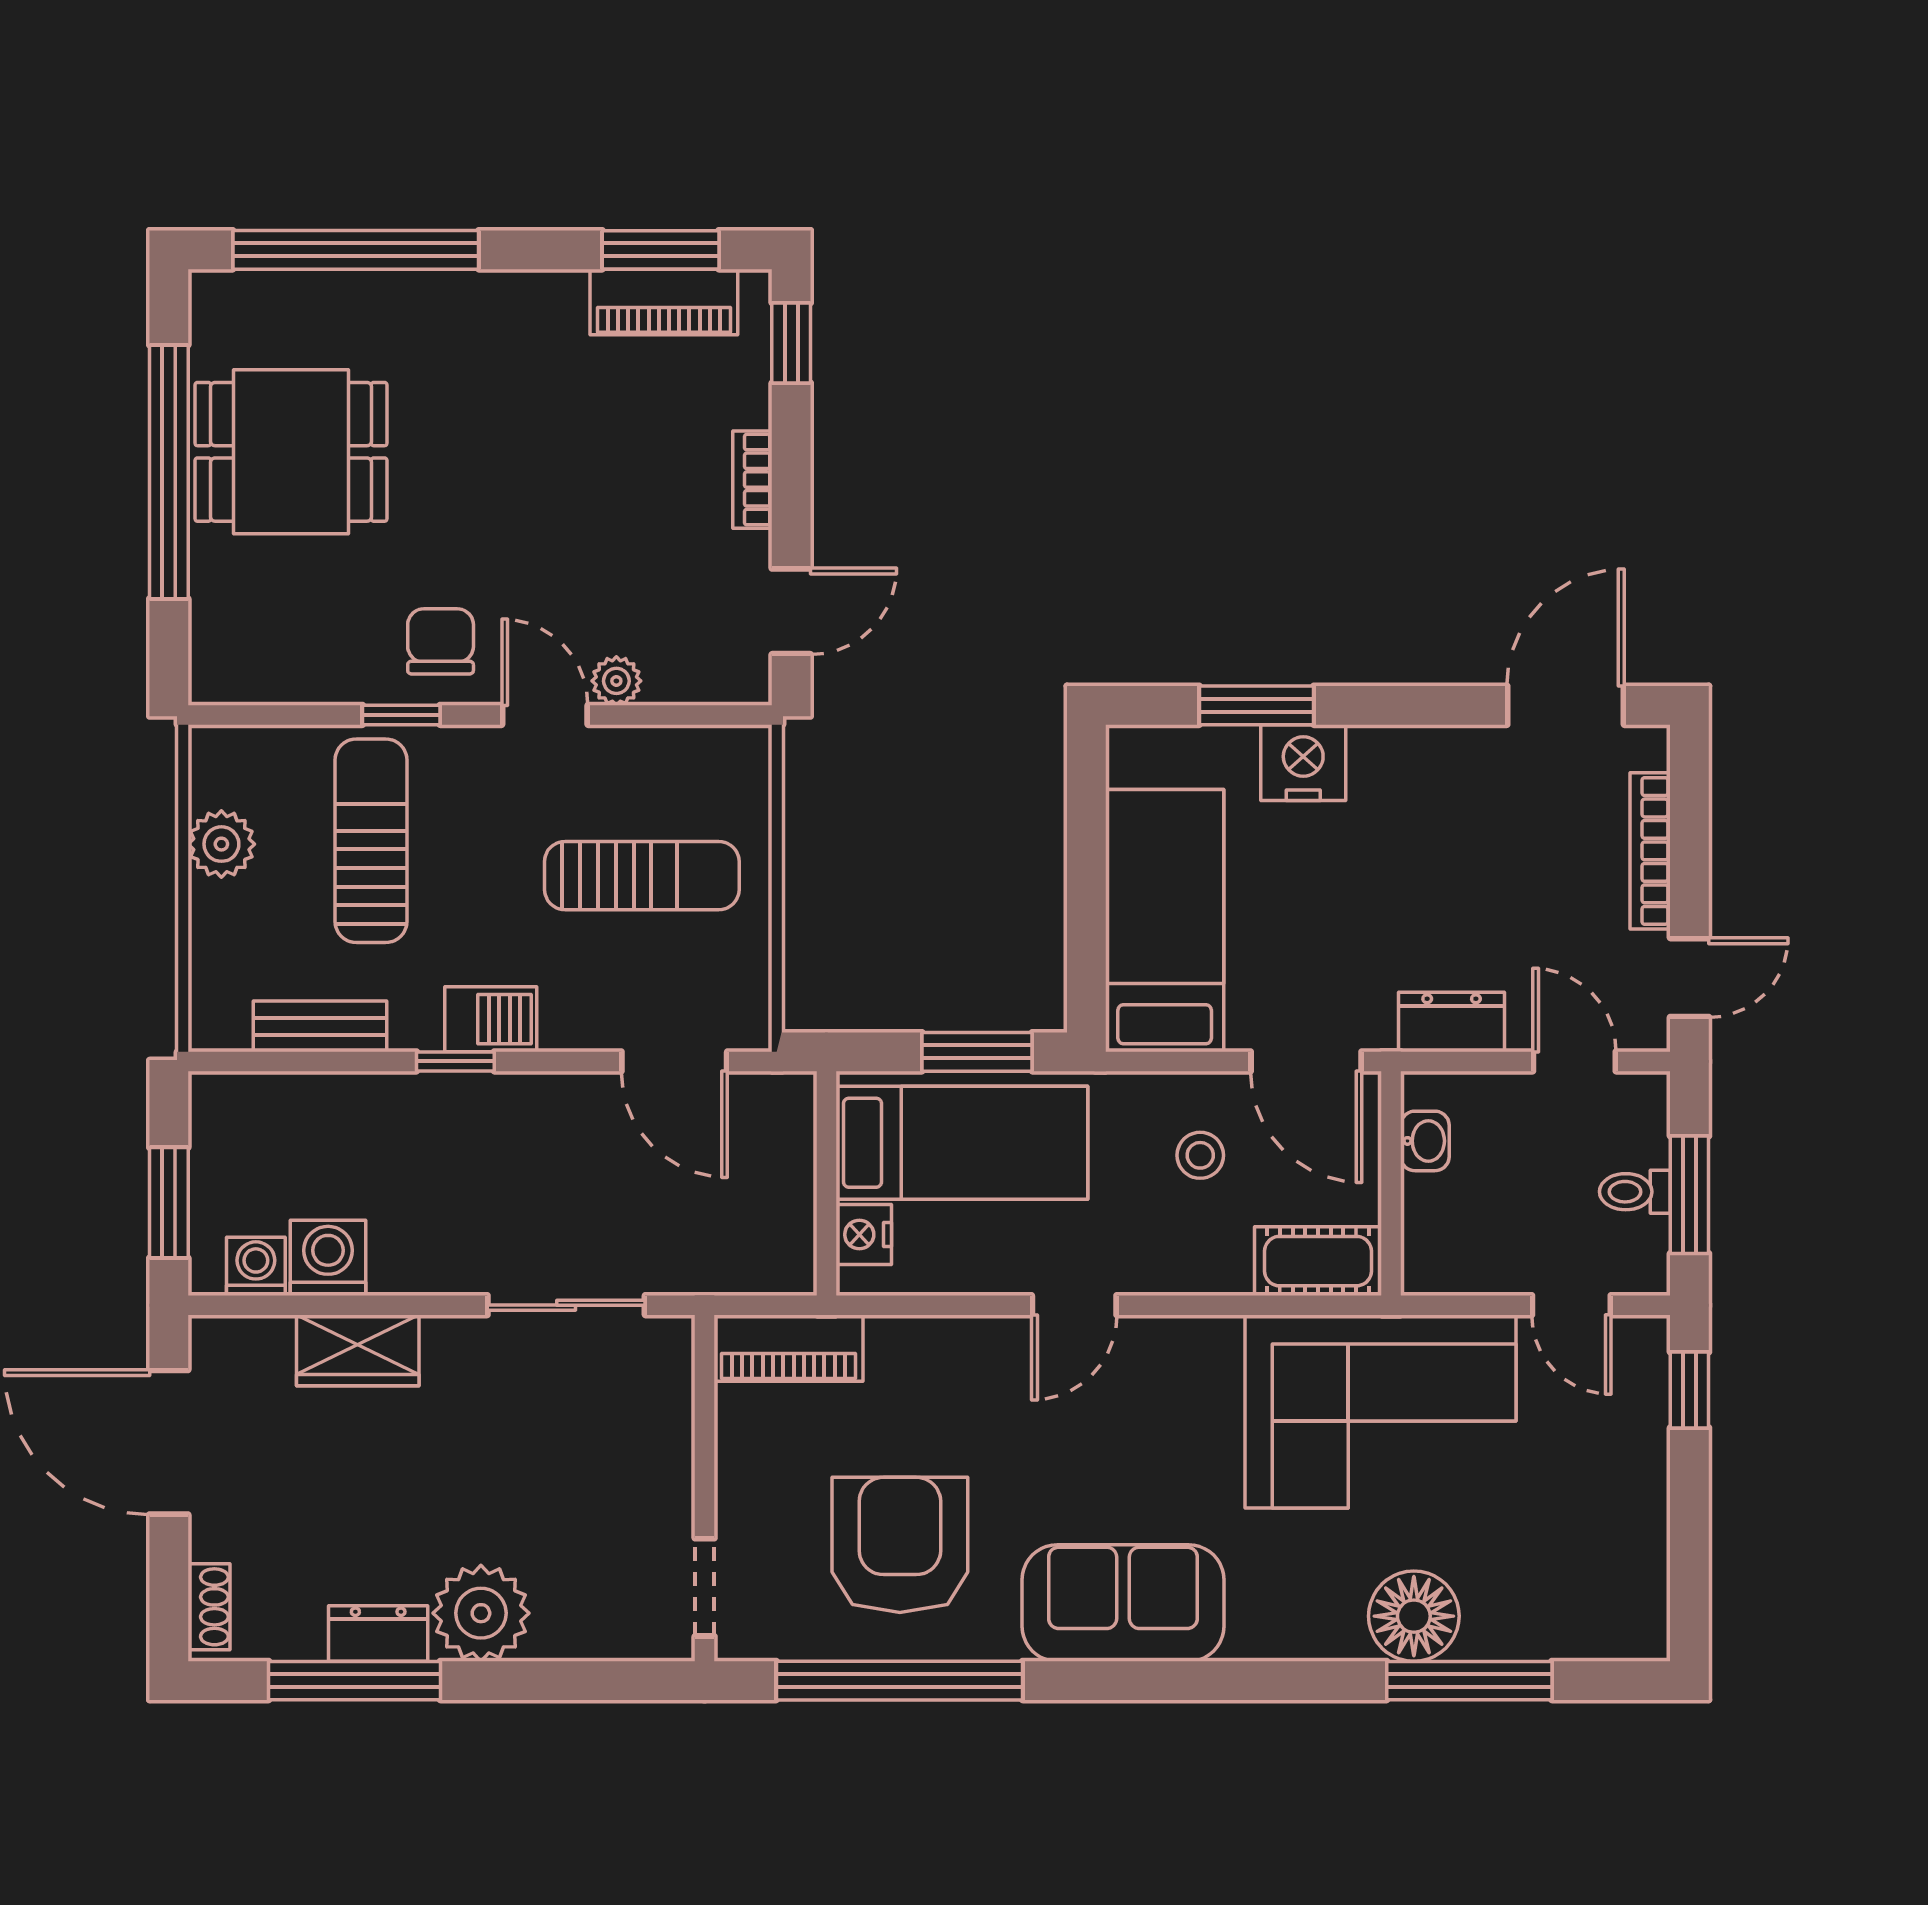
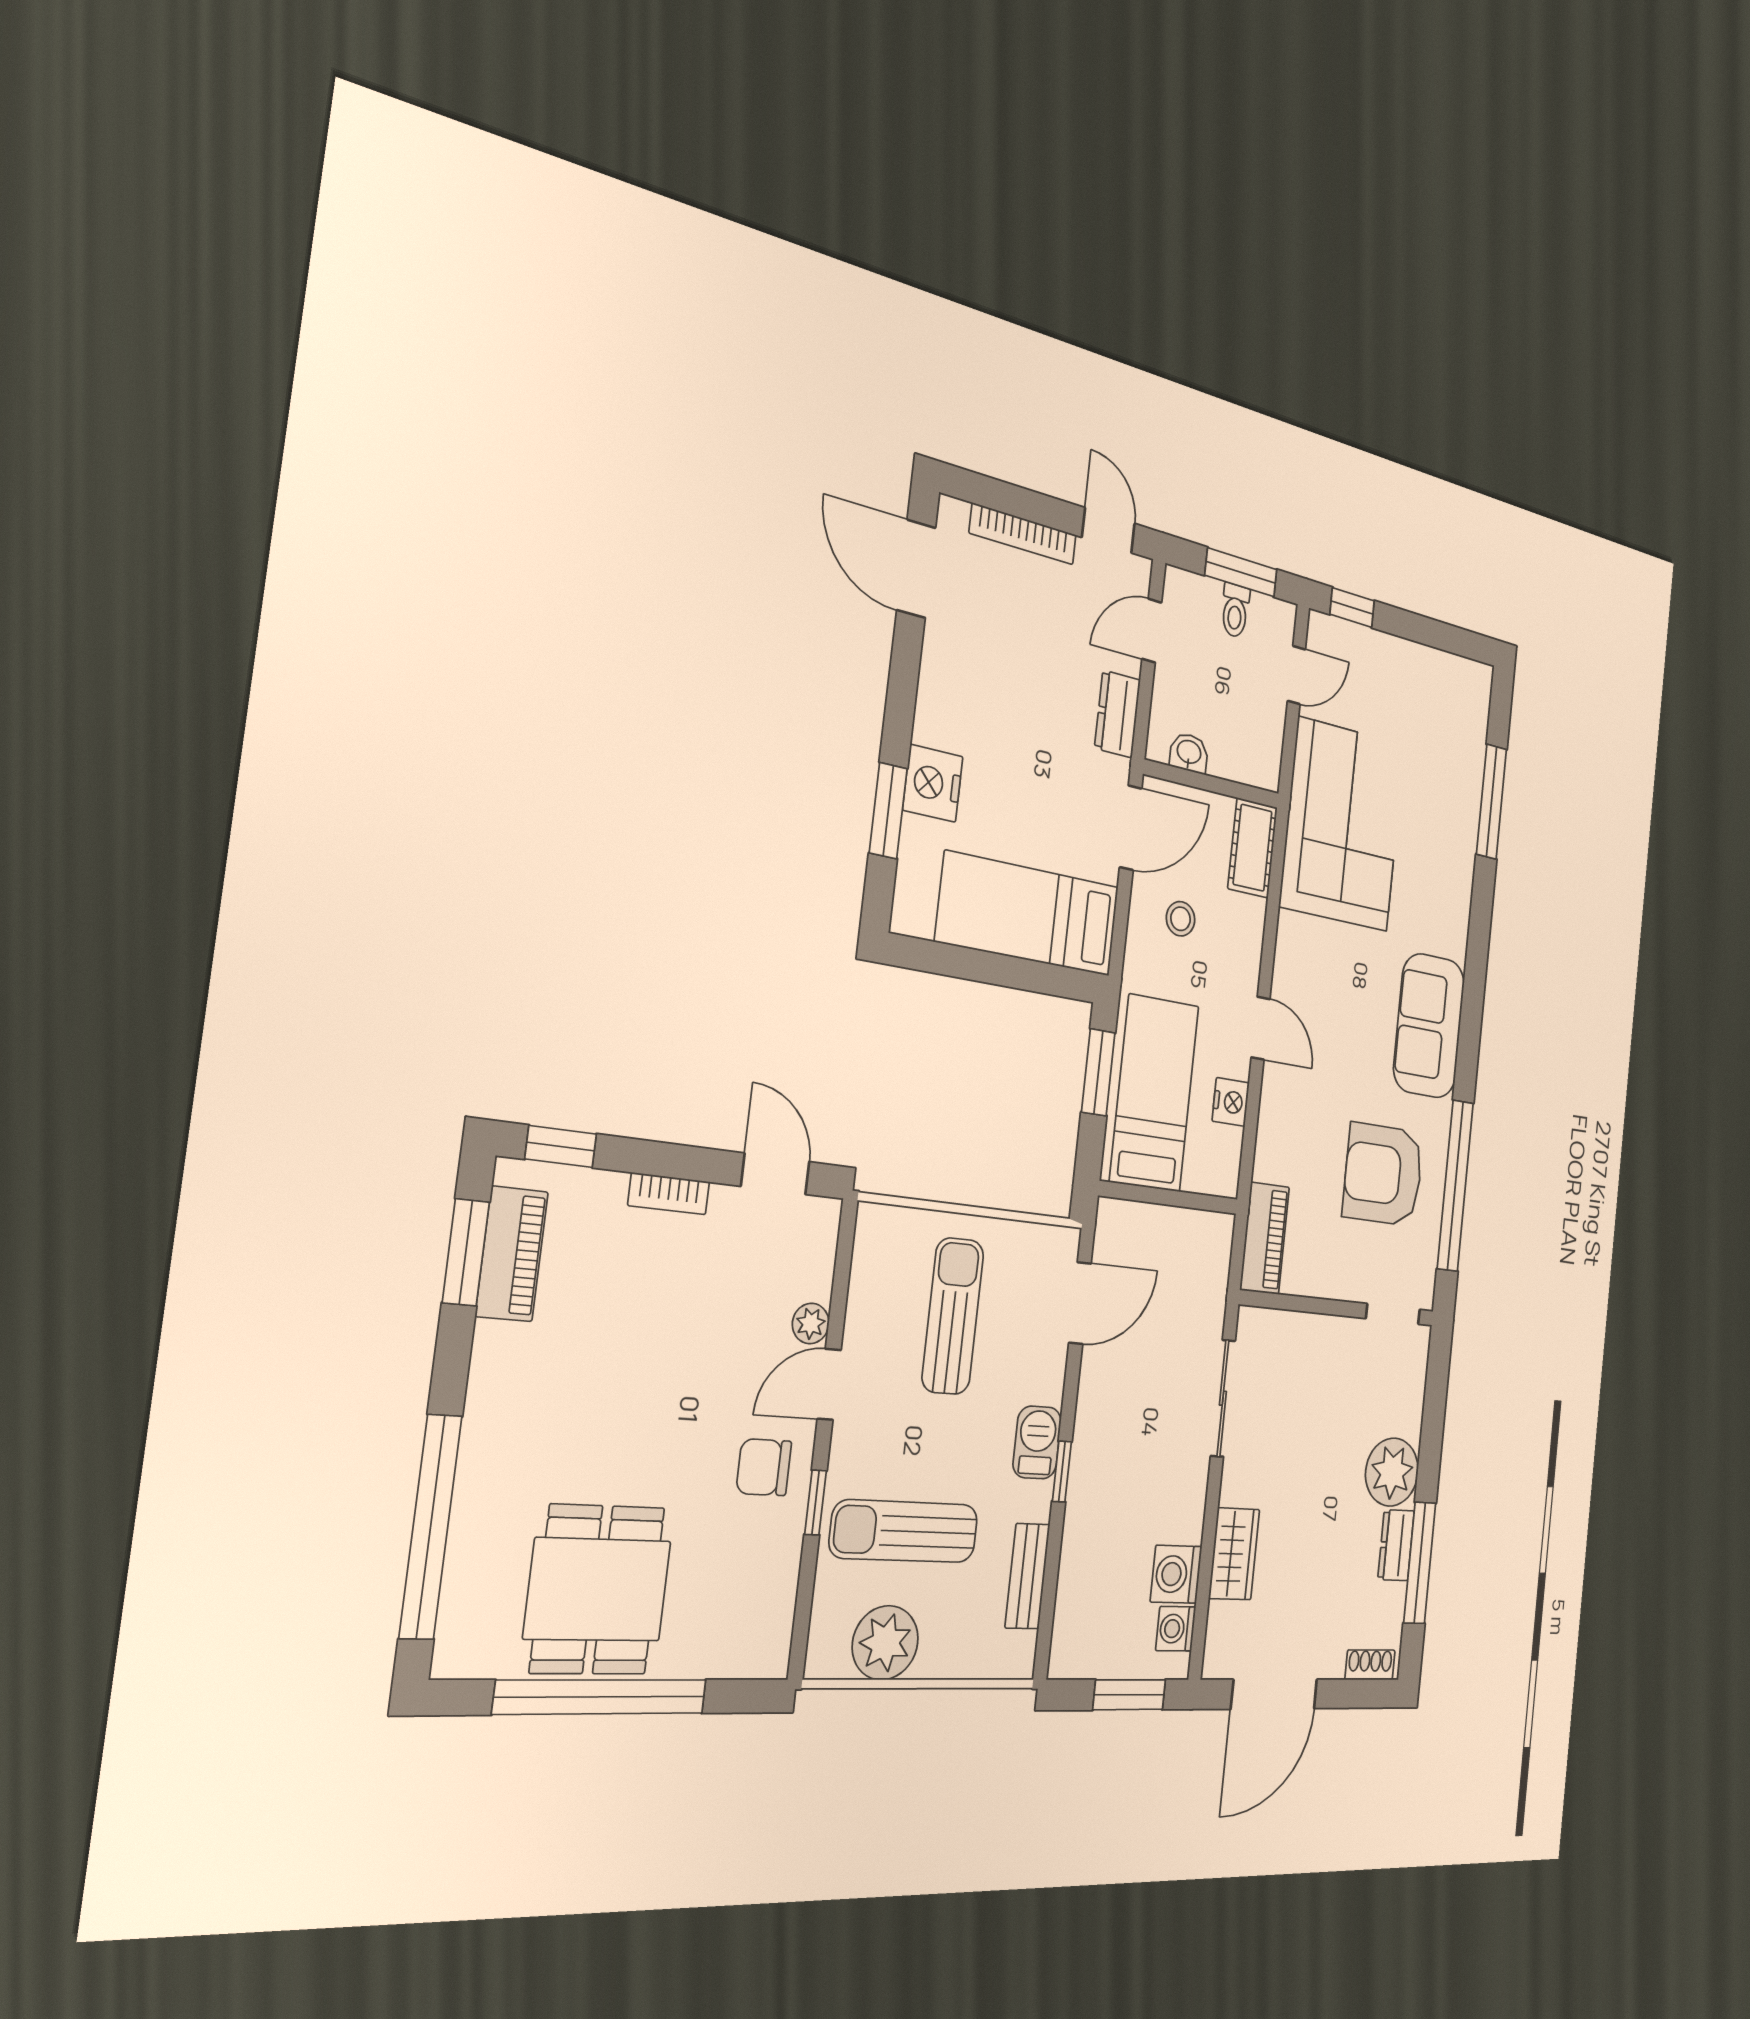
plant: (221, 844) -> (885, 1643), width x1.36, depth x1.36
nightstand: (864, 1235) -> (1231, 1102), moved, turned -90
floor lamp: (1414, 1616) -> (1455, 830), removed

